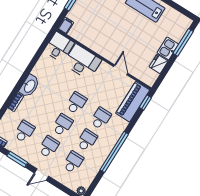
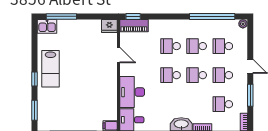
kitchen sink: (168, 48) -> (47, 26), moved
fridge: (159, 64) -> (109, 26), moved
door: (121, 70) -> (118, 55), swing flipped
piano: (133, 102) -> (134, 26), width x0.73, depth x0.75
window: (114, 152) -> (212, 16), moved

